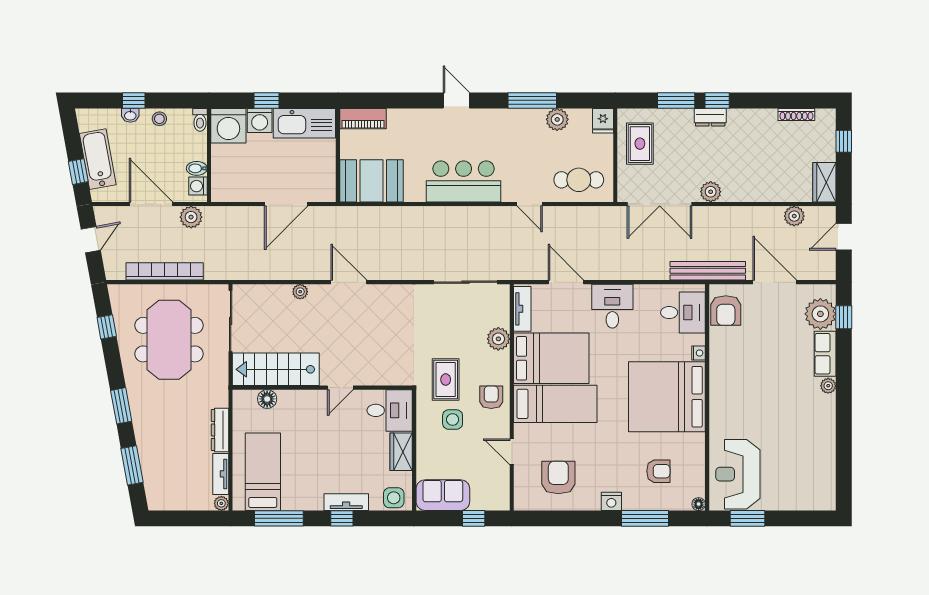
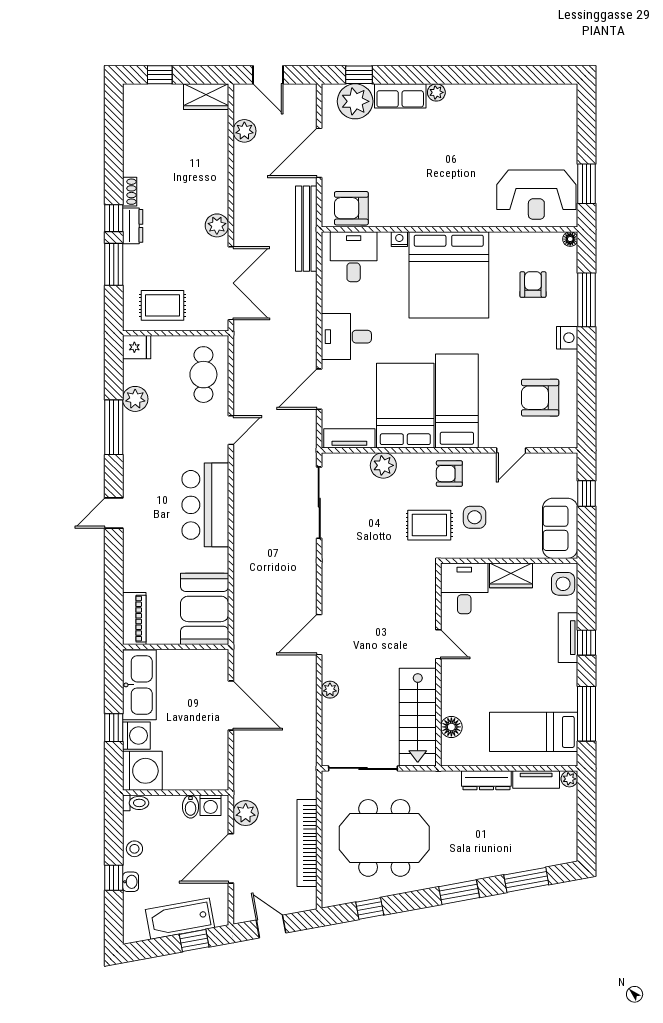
shoe rack: (796, 115) -> (130, 192), moved, width x0.70
armchair: (726, 311) -> (351, 208), turned 180

